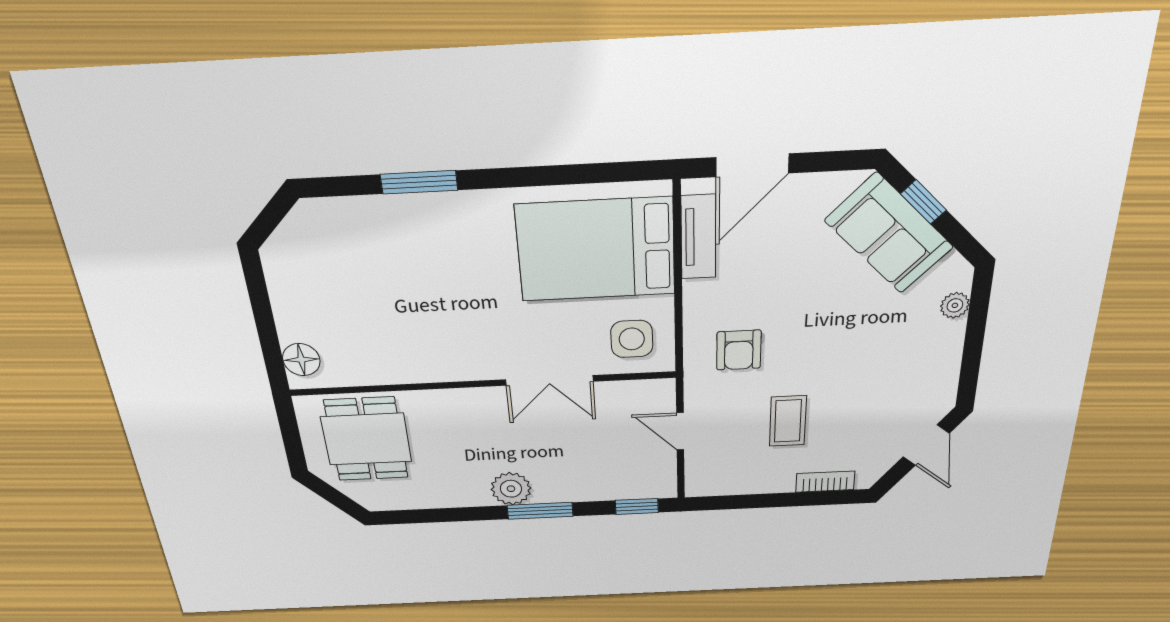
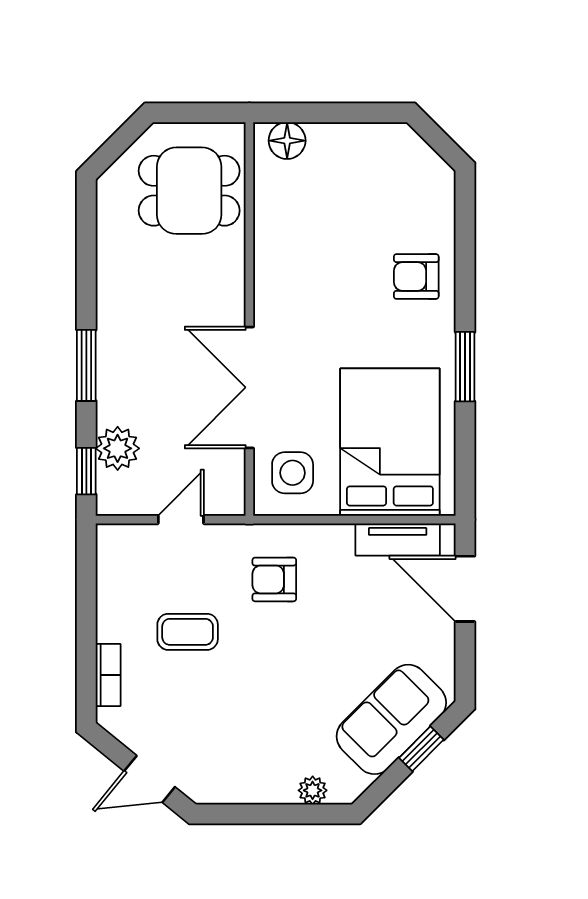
window: (419, 182) -> (465, 367), moved
armchair: (419, 232) -> (416, 276), added
double door: (549, 381) -> (249, 387), width x1.37
plant: (511, 489) -> (118, 448), moved

